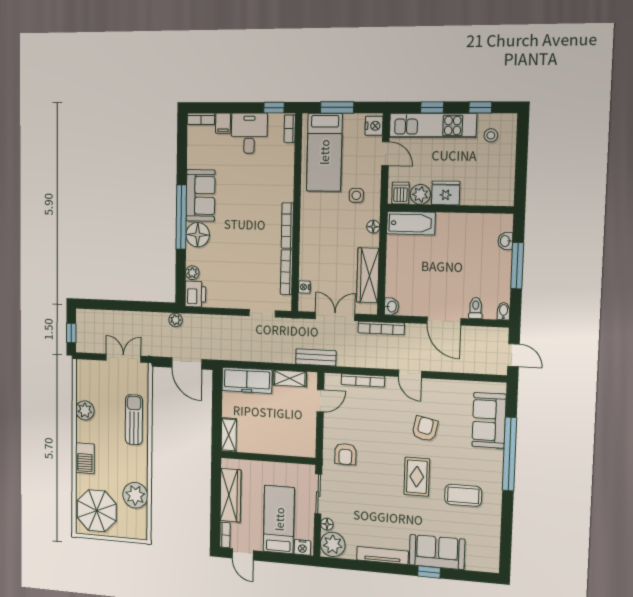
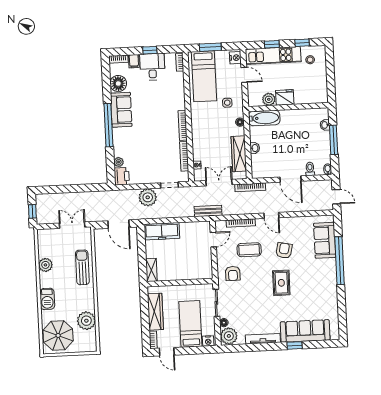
window: (274, 108) -> (150, 50), moved
dishwasher: (401, 193) -> (256, 99), removed
floor lamp: (198, 235) -> (118, 84), moved
washbasin: (392, 307) -> (255, 148), moved
plant: (176, 320) -> (148, 197), moved, width x1.88, depth x1.88
shelving: (290, 378) -> (191, 227), removed
coffee table: (463, 495) -> (249, 250), moved
sofa: (437, 552) -> (305, 331), width x1.36

